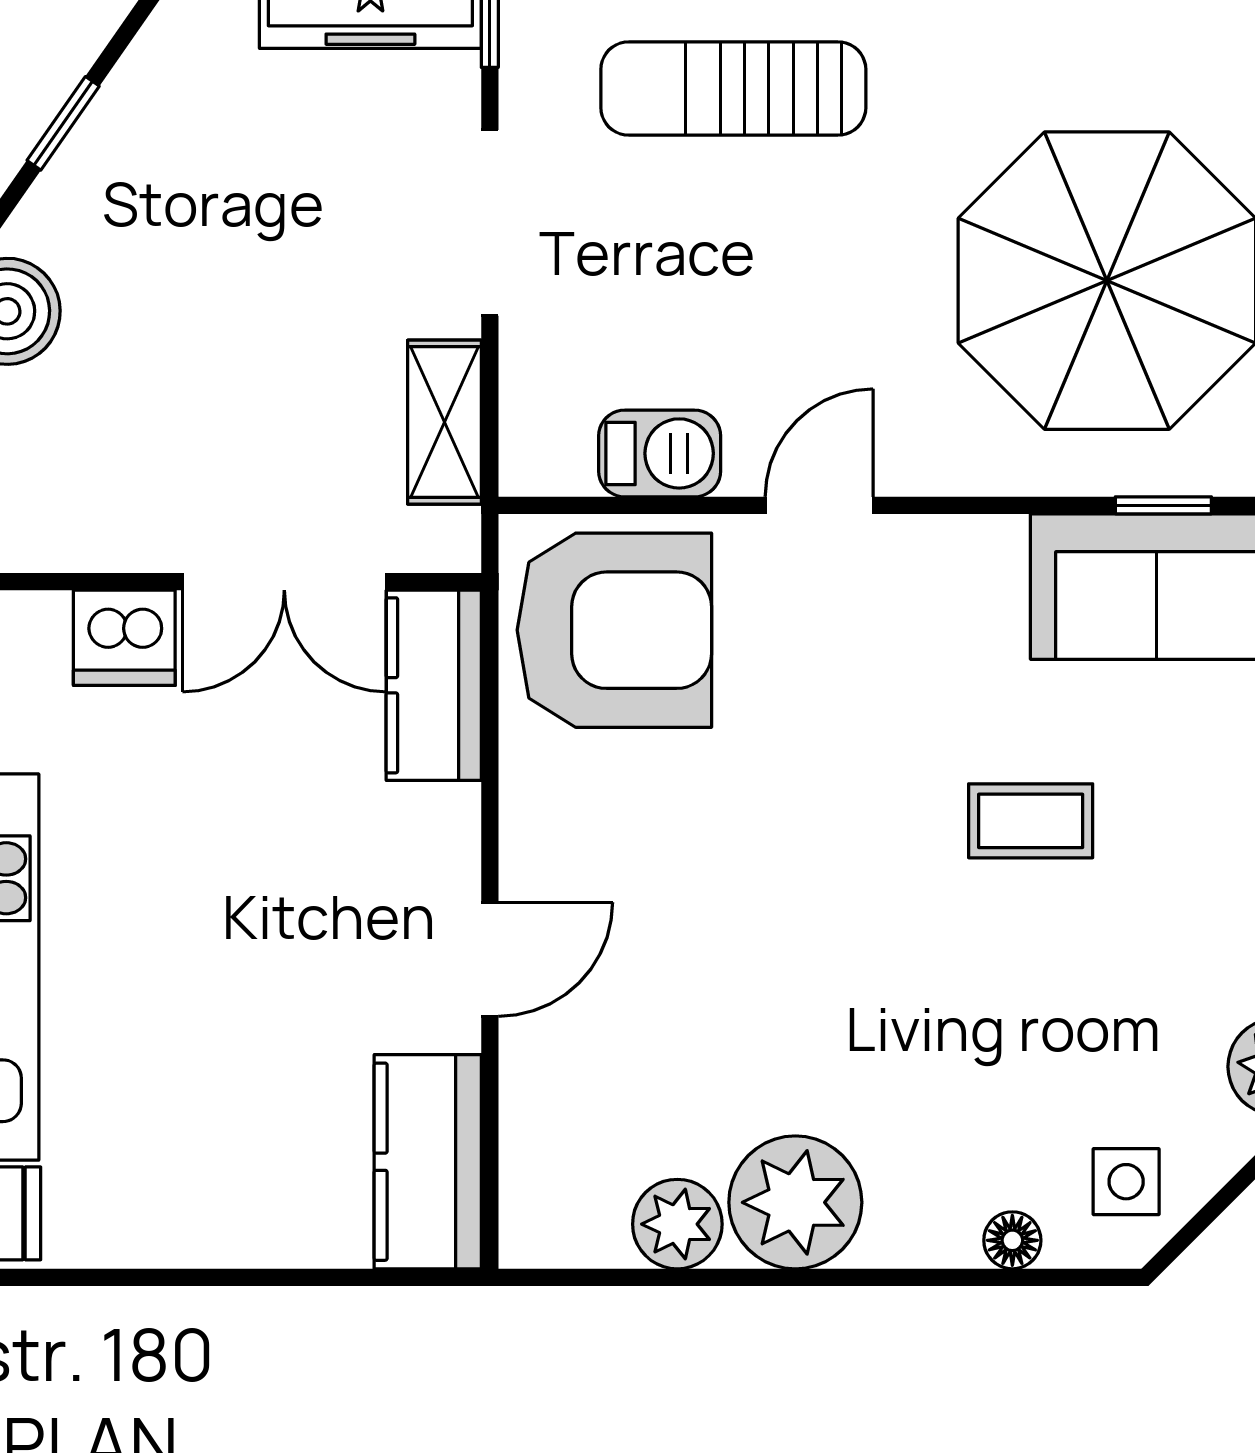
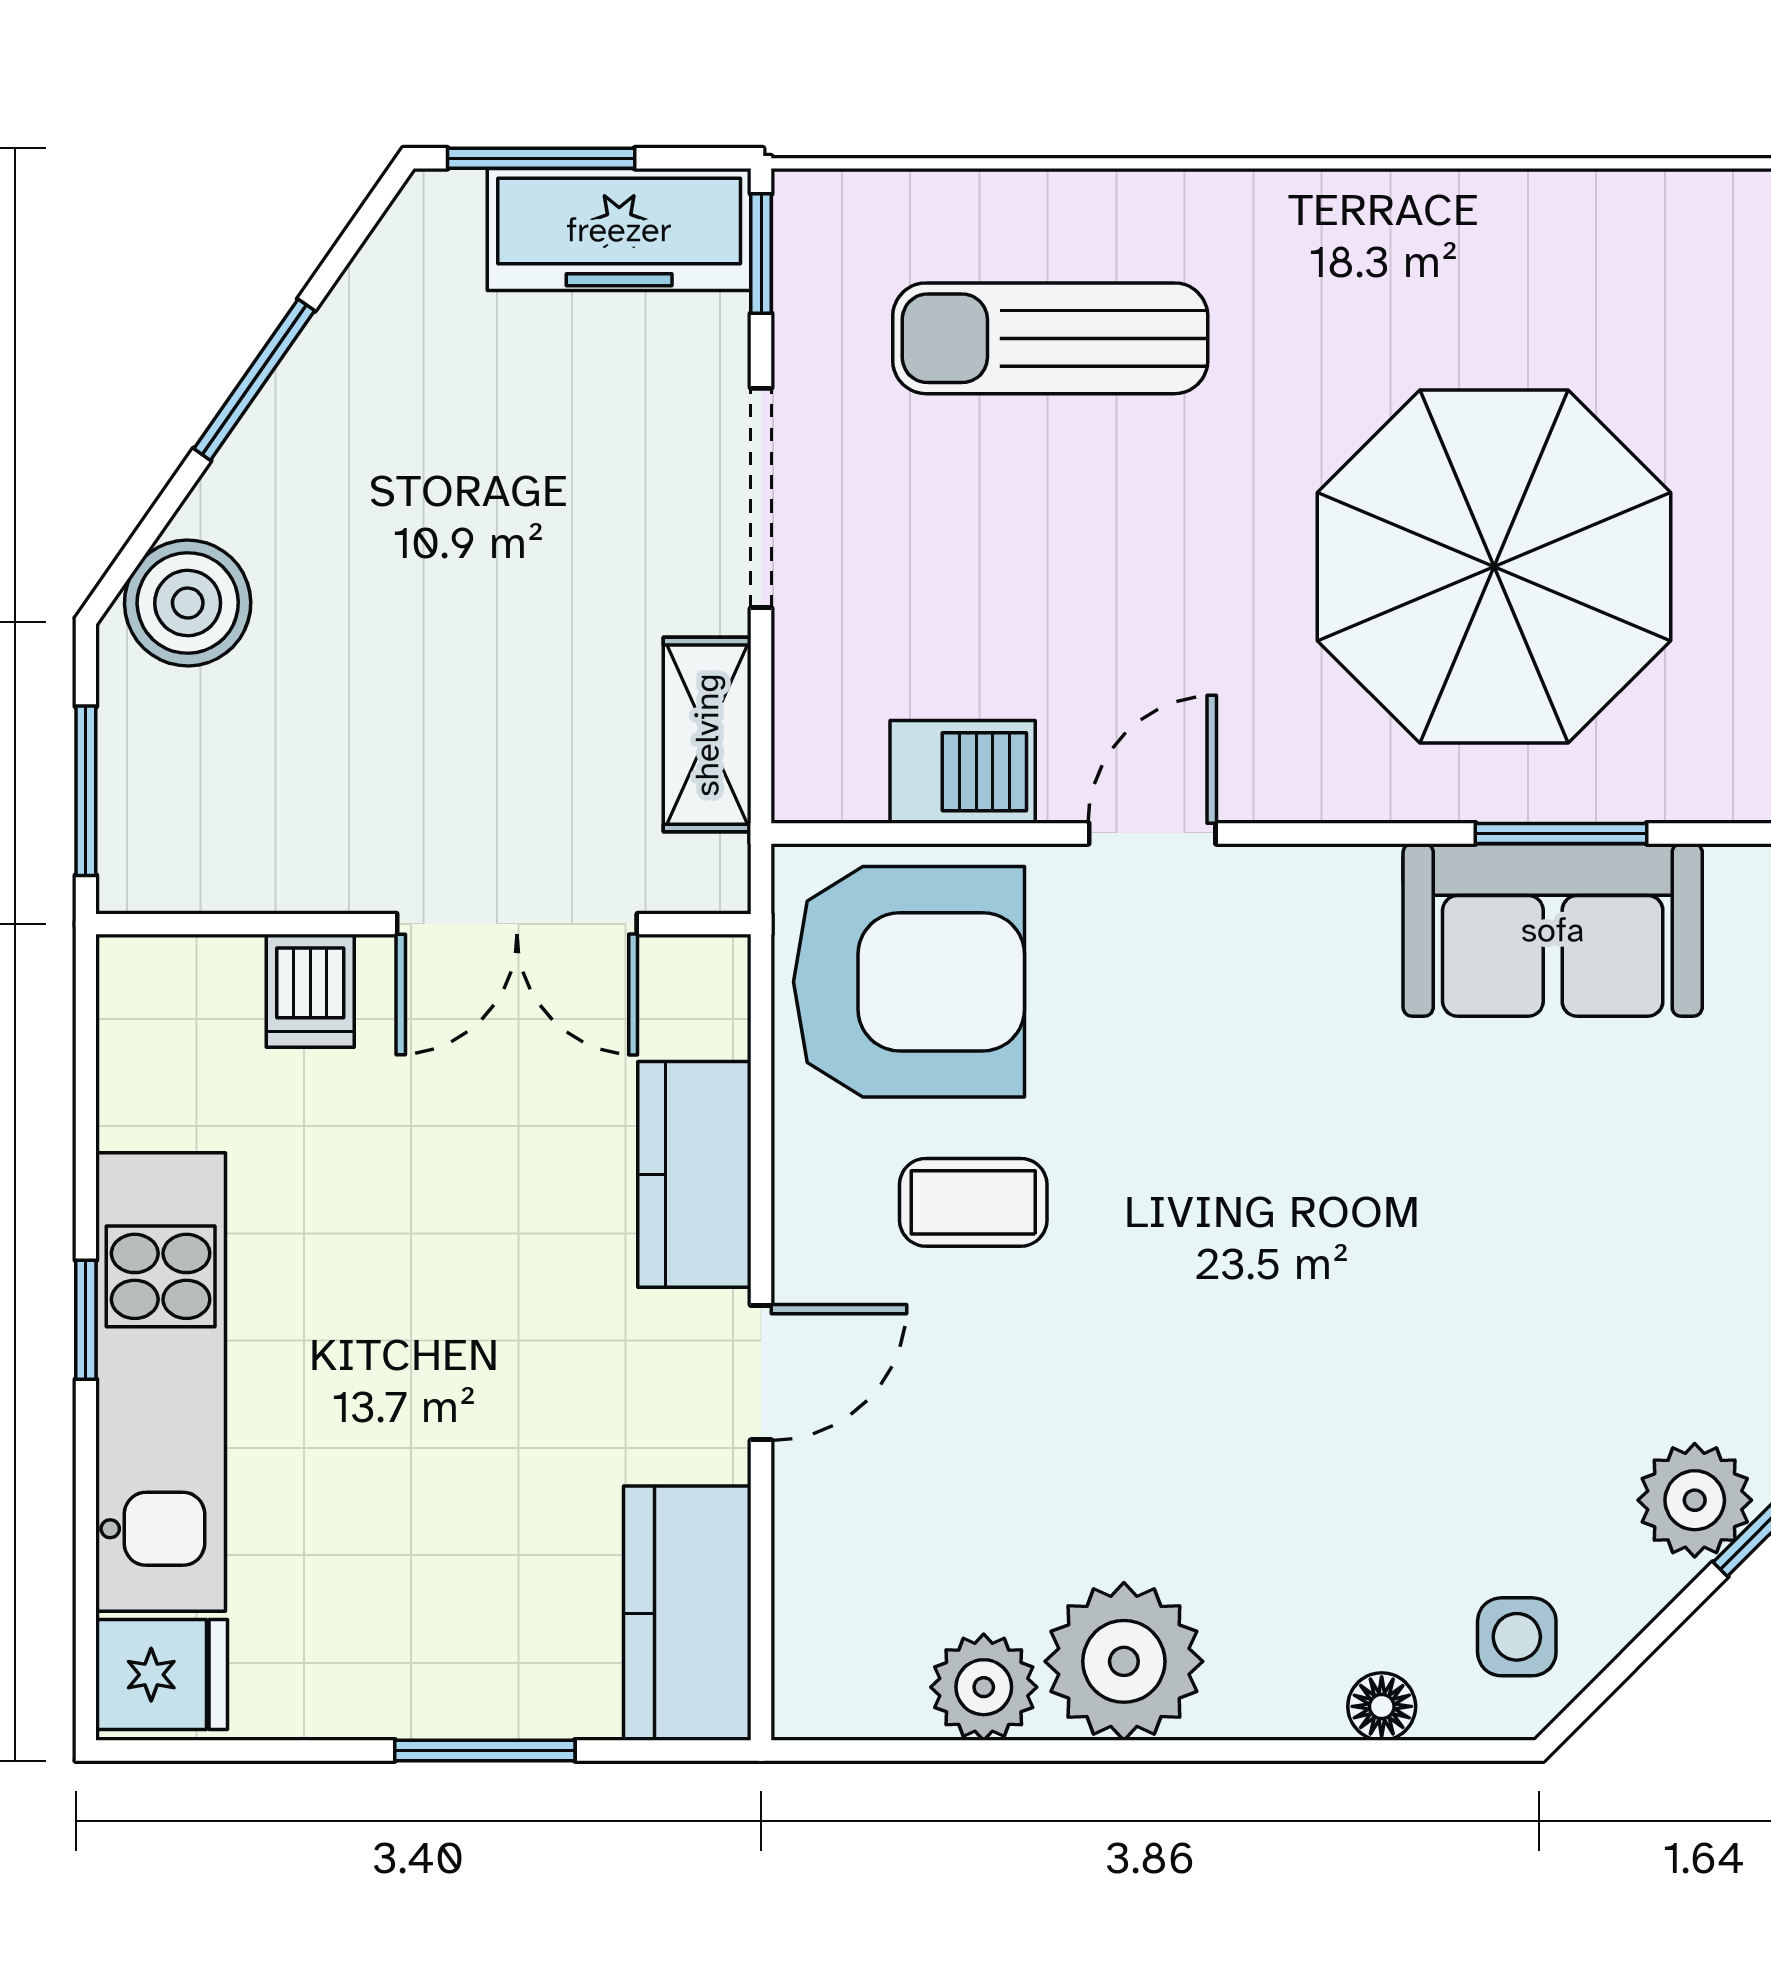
window: (63, 123) -> (254, 380), width x1.50
window: (1163, 505) -> (1561, 833), width x1.50
dishwasher: (124, 638) -> (310, 991), width x0.73
kitchen counter: (434, 685) -> (694, 1174), moved
coffee table: (1031, 821) -> (973, 1202), moved
window: (257, 1277) -> (485, 1750), added

